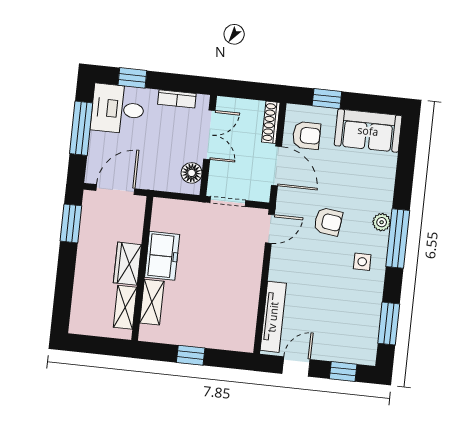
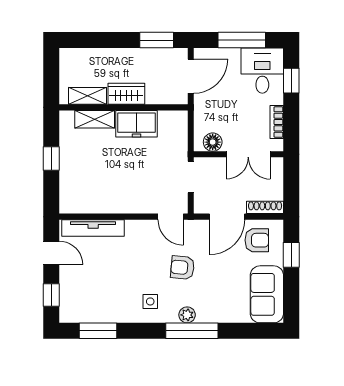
armchair: (306, 135) -> (257, 240), turned -90
door: (115, 190) -> (191, 76), hinge flipped
armchair: (328, 222) -> (182, 268), turned 88
window: (398, 238) -> (192, 331), moved

